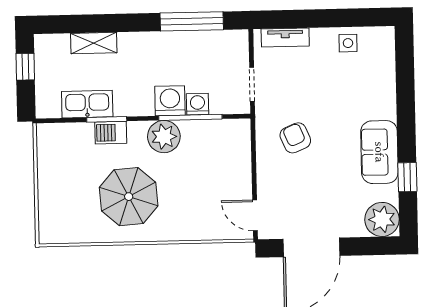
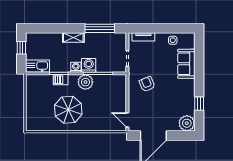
shelving: (94, 43) -> (73, 37), moved
kitchen sink: (87, 104) -> (37, 66), moved
washing machine: (198, 104) -> (76, 67), moved
sofa: (379, 152) -> (186, 64), moved

